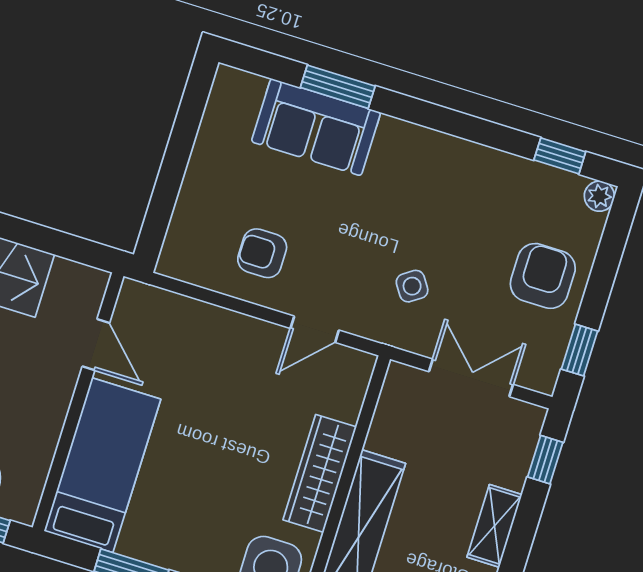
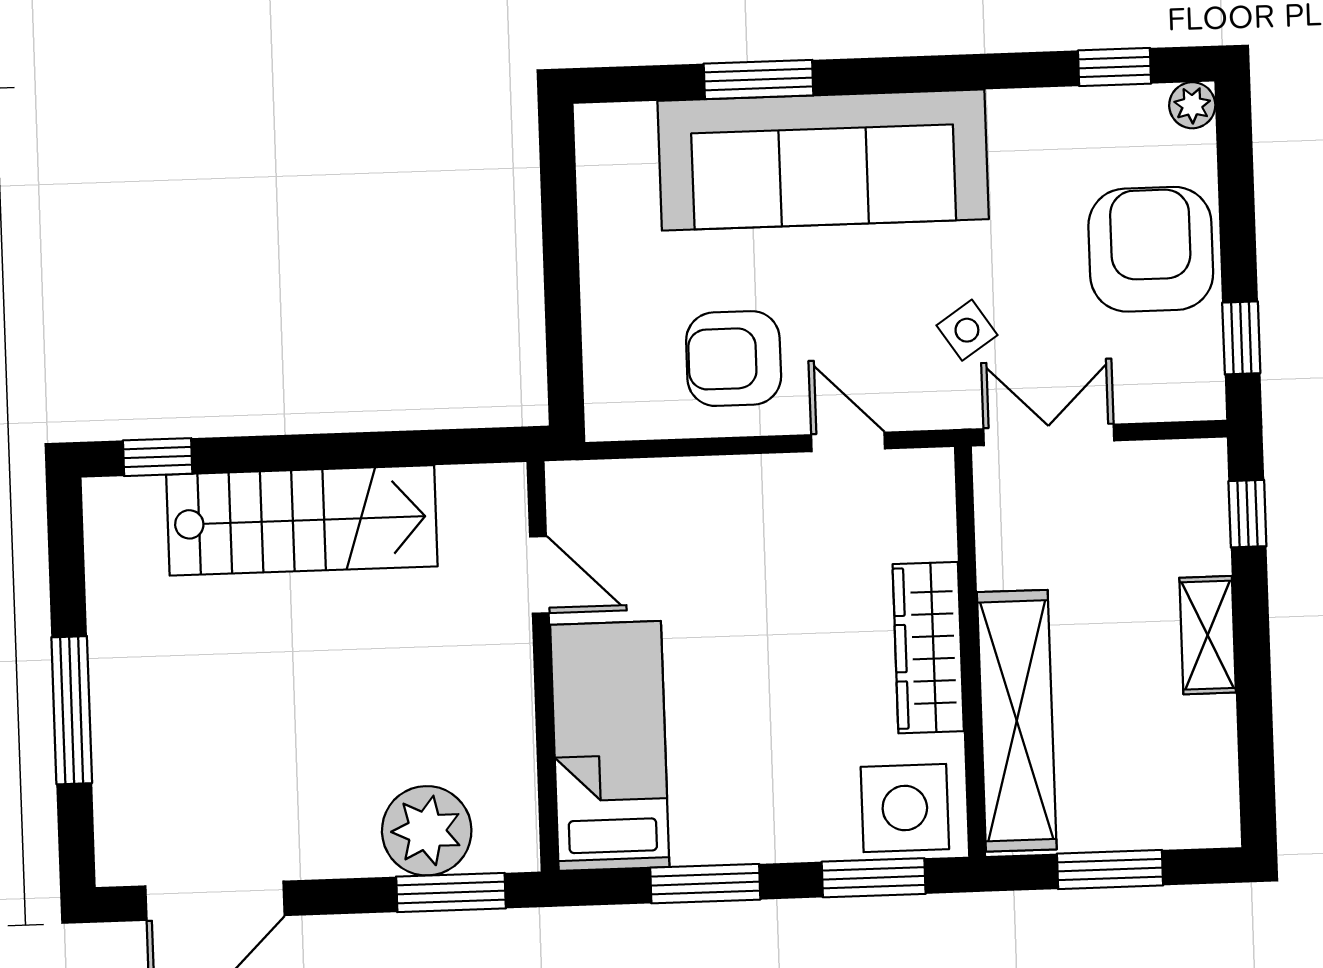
sofa: (316, 127) -> (823, 160), width x1.85, depth x1.27
armchair: (262, 253) -> (734, 359), width x1.38, depth x1.38
armchair: (543, 276) -> (1151, 249), width x1.36, depth x1.36
door: (315, 329) -> (848, 442), swing flipped
double door: (471, 378) -> (1049, 435), moved

